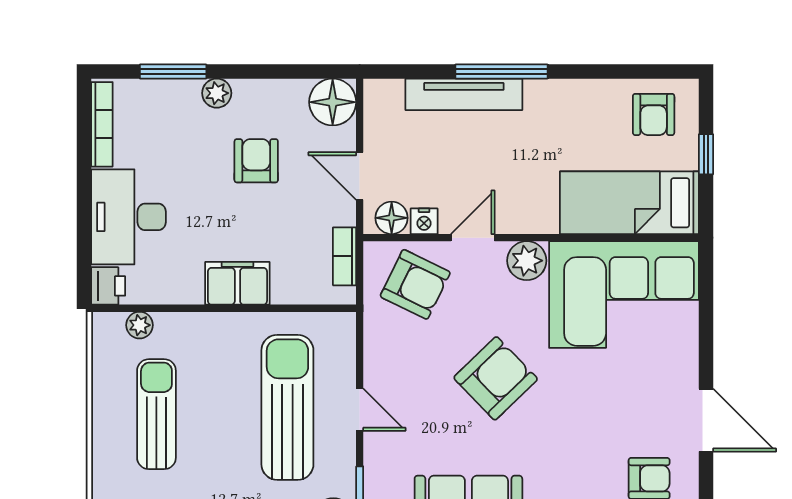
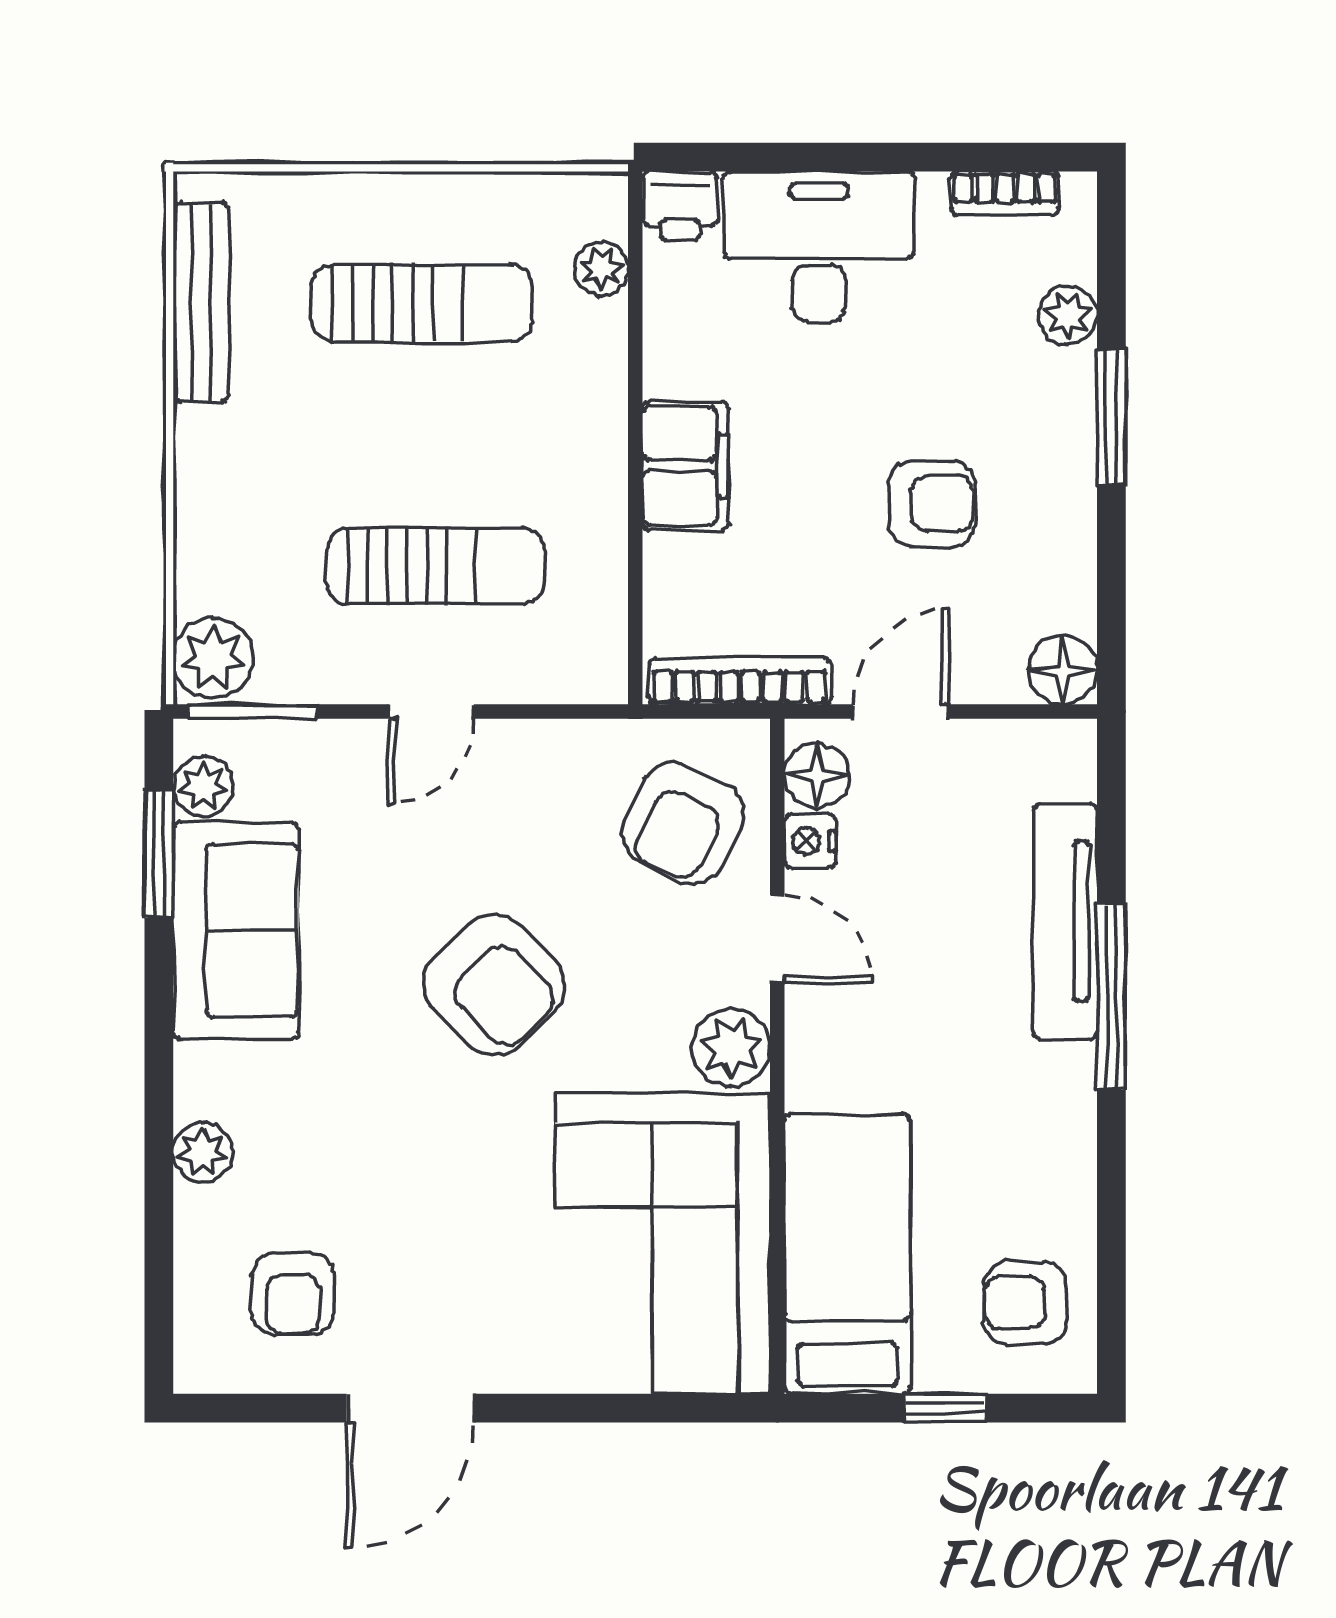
window: (173, 71) -> (1111, 417), moved
plant: (217, 93) -> (1068, 315), moved
floor lamp: (333, 102) -> (1063, 670), width x0.73, depth x0.73
bookcase: (102, 124) -> (1005, 193), width x0.64
bookcase: (345, 256) -> (740, 681), width x1.56
sun lounger: (287, 407) -> (436, 566), width x0.73, depth x0.75

